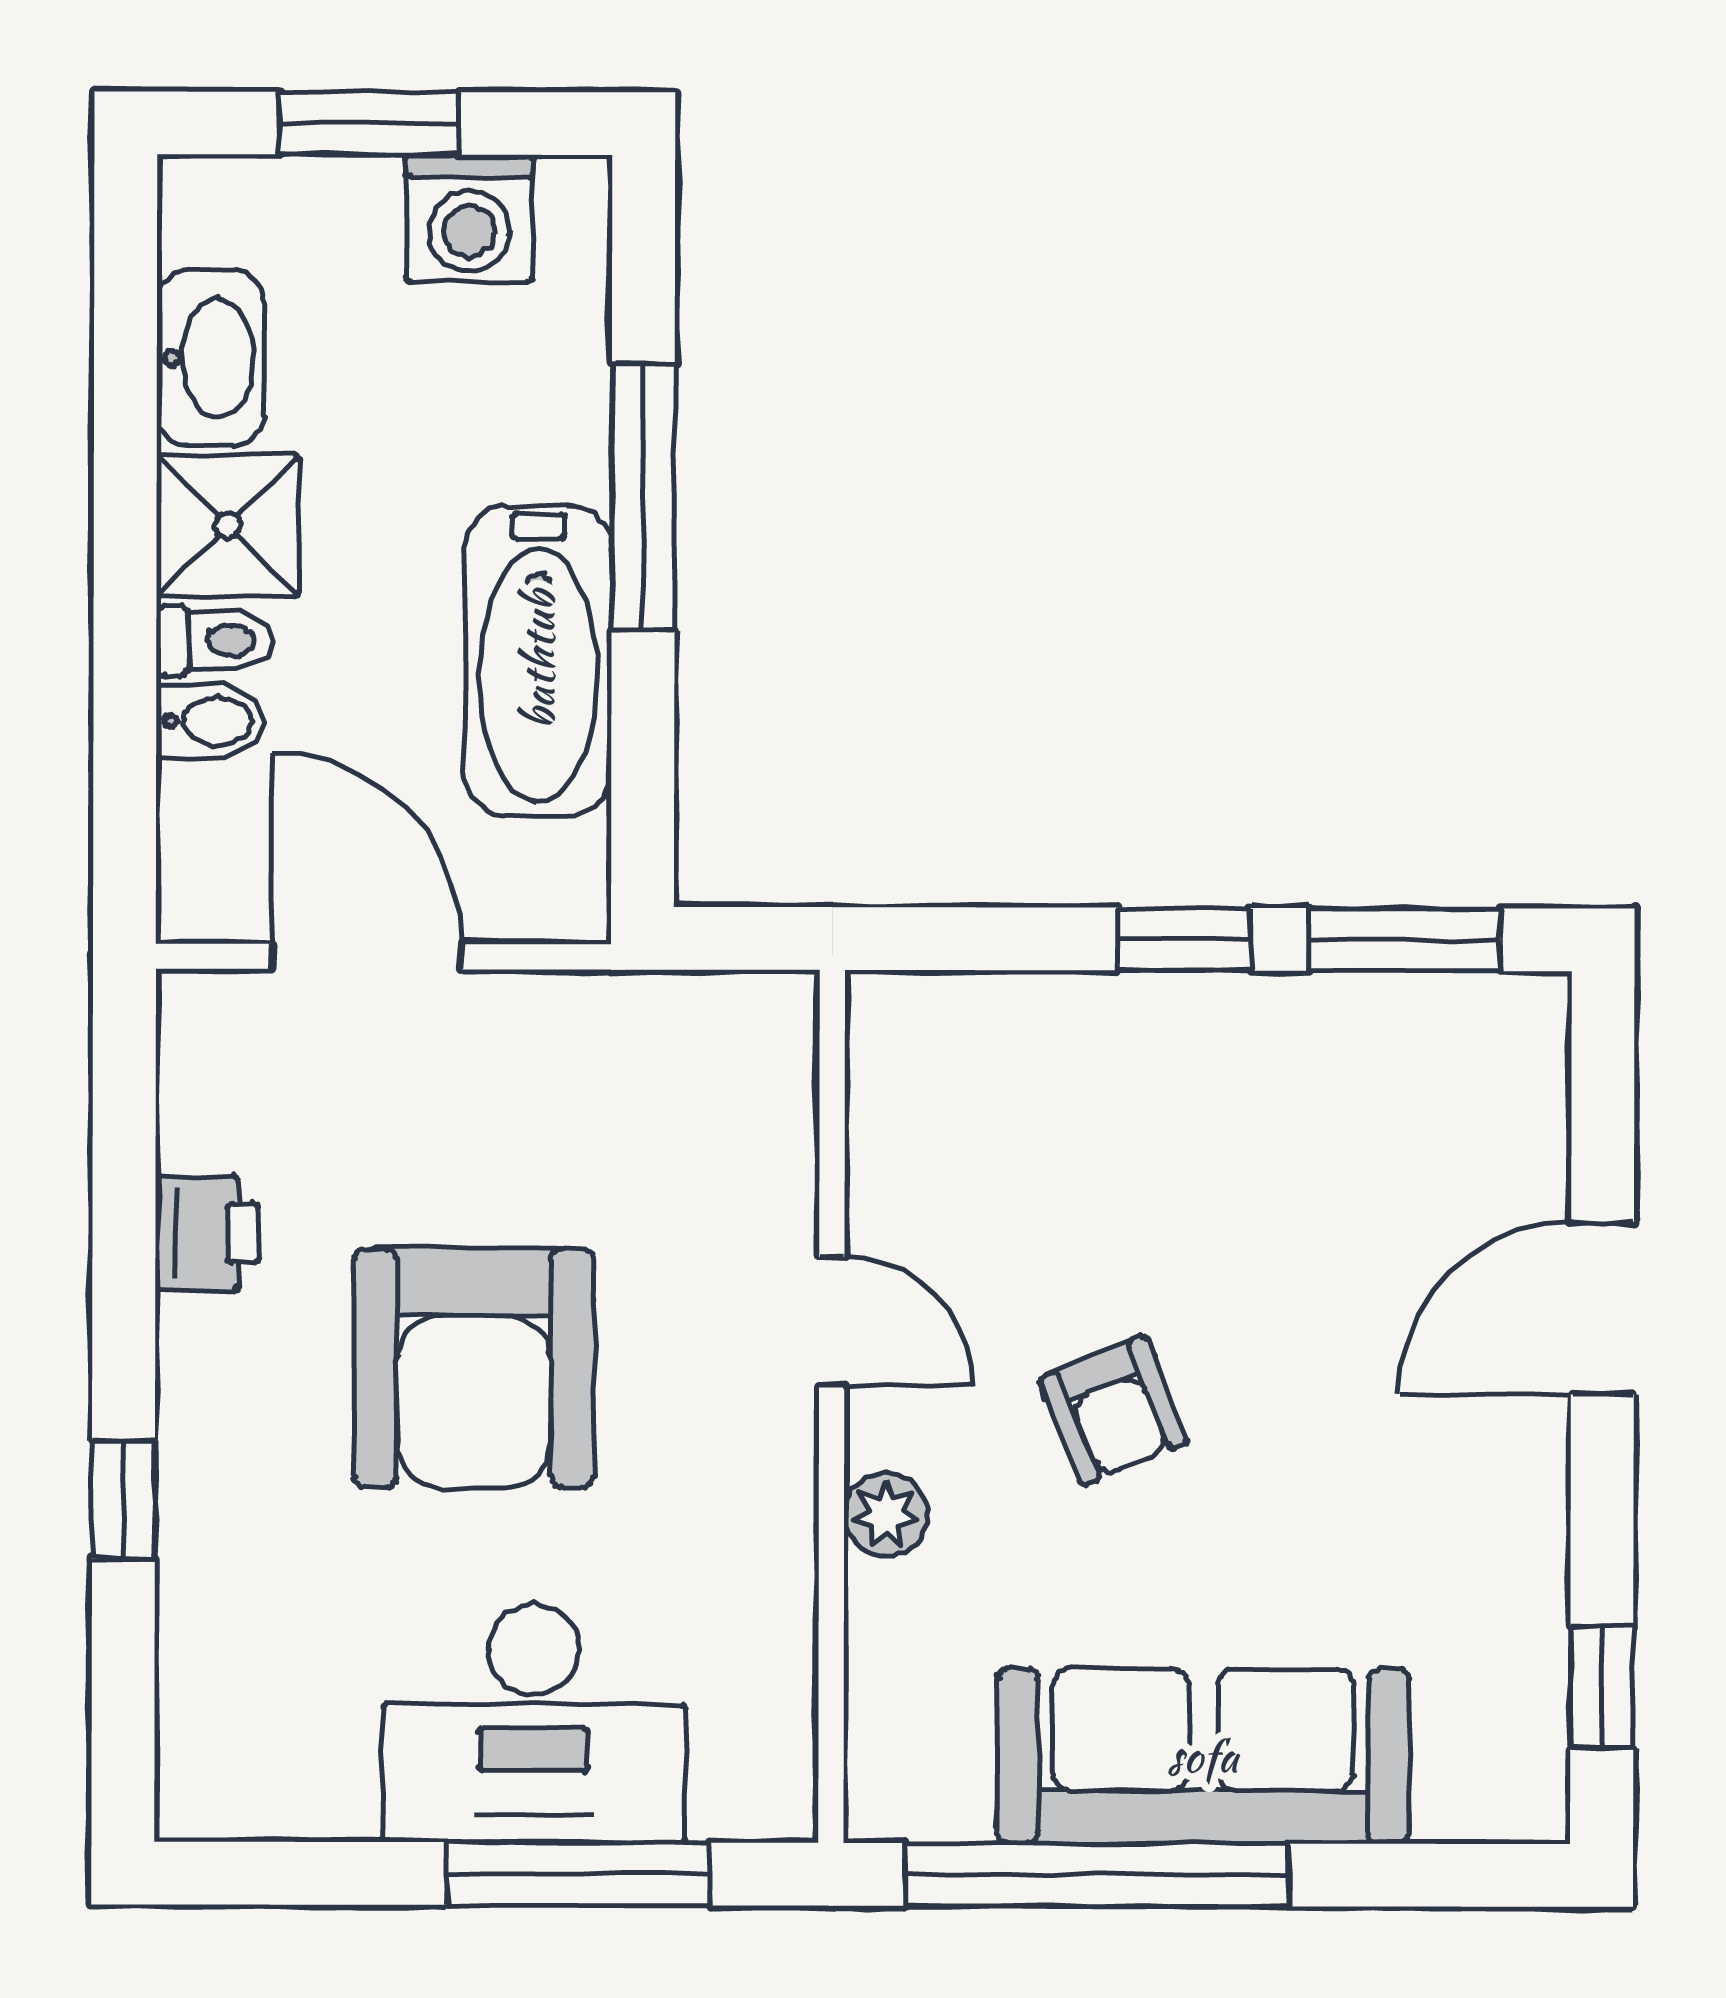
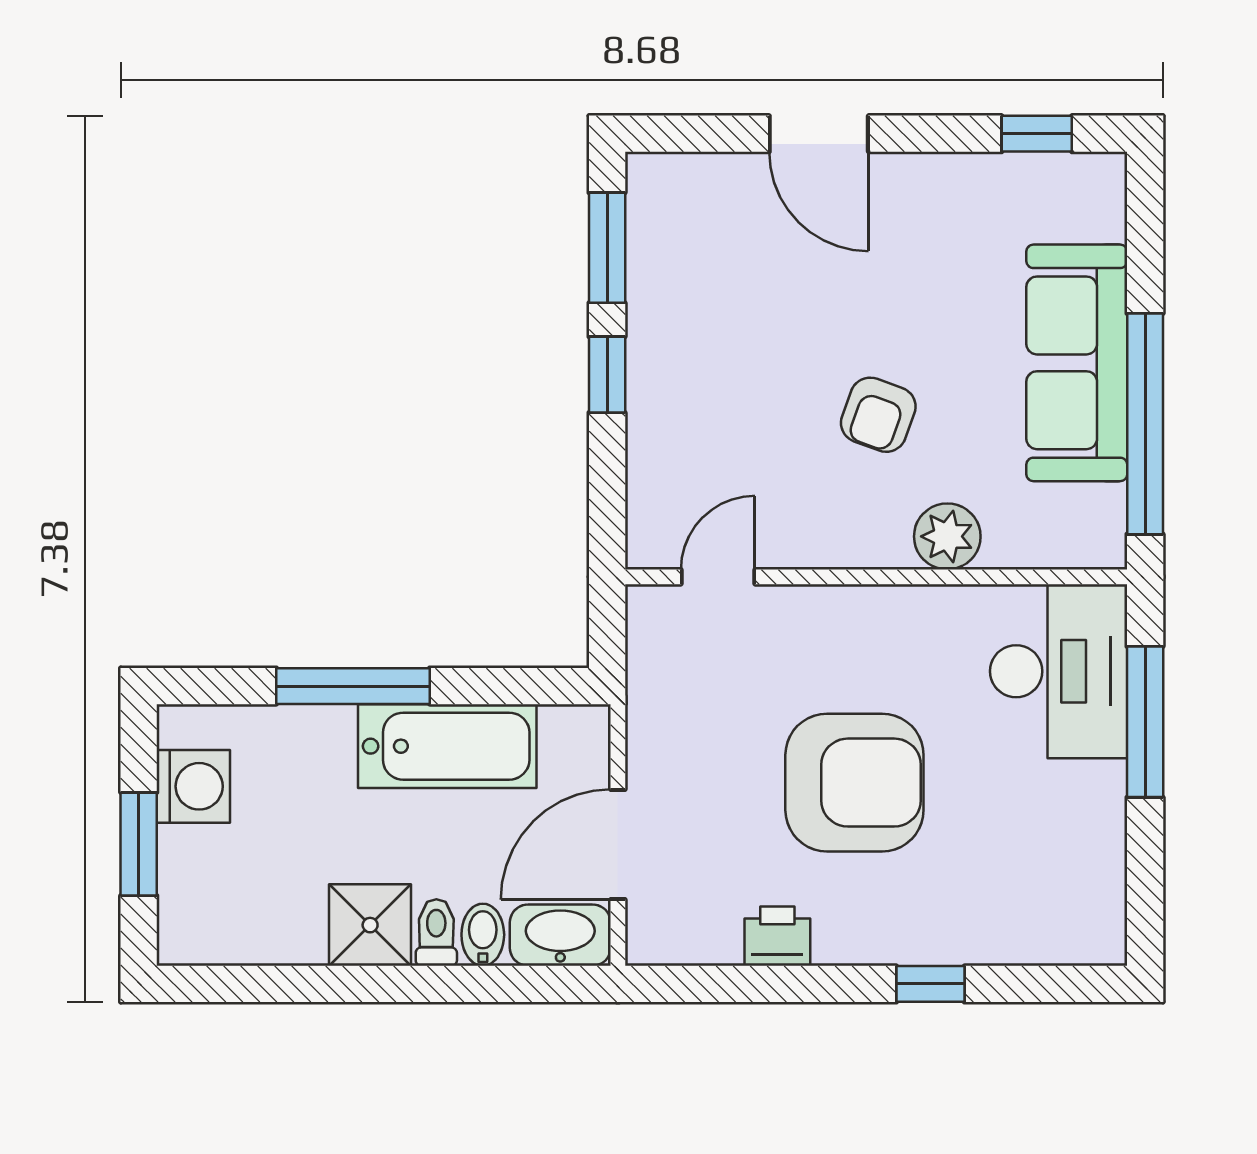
washbasin: (210, 358) -> (560, 935), moved
door: (832, 1321) -> (718, 577), moved
armchair: (1114, 1411) -> (878, 415), turned 132
plant: (886, 1515) -> (947, 536), width x1.38, depth x1.38
desk: (534, 1723) -> (1059, 671), moved

